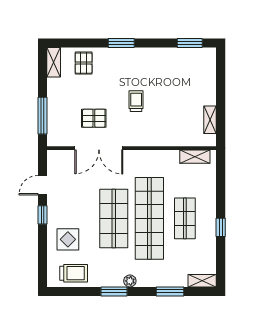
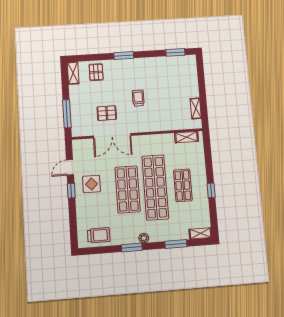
display table: (68, 239) -> (91, 184), moved

